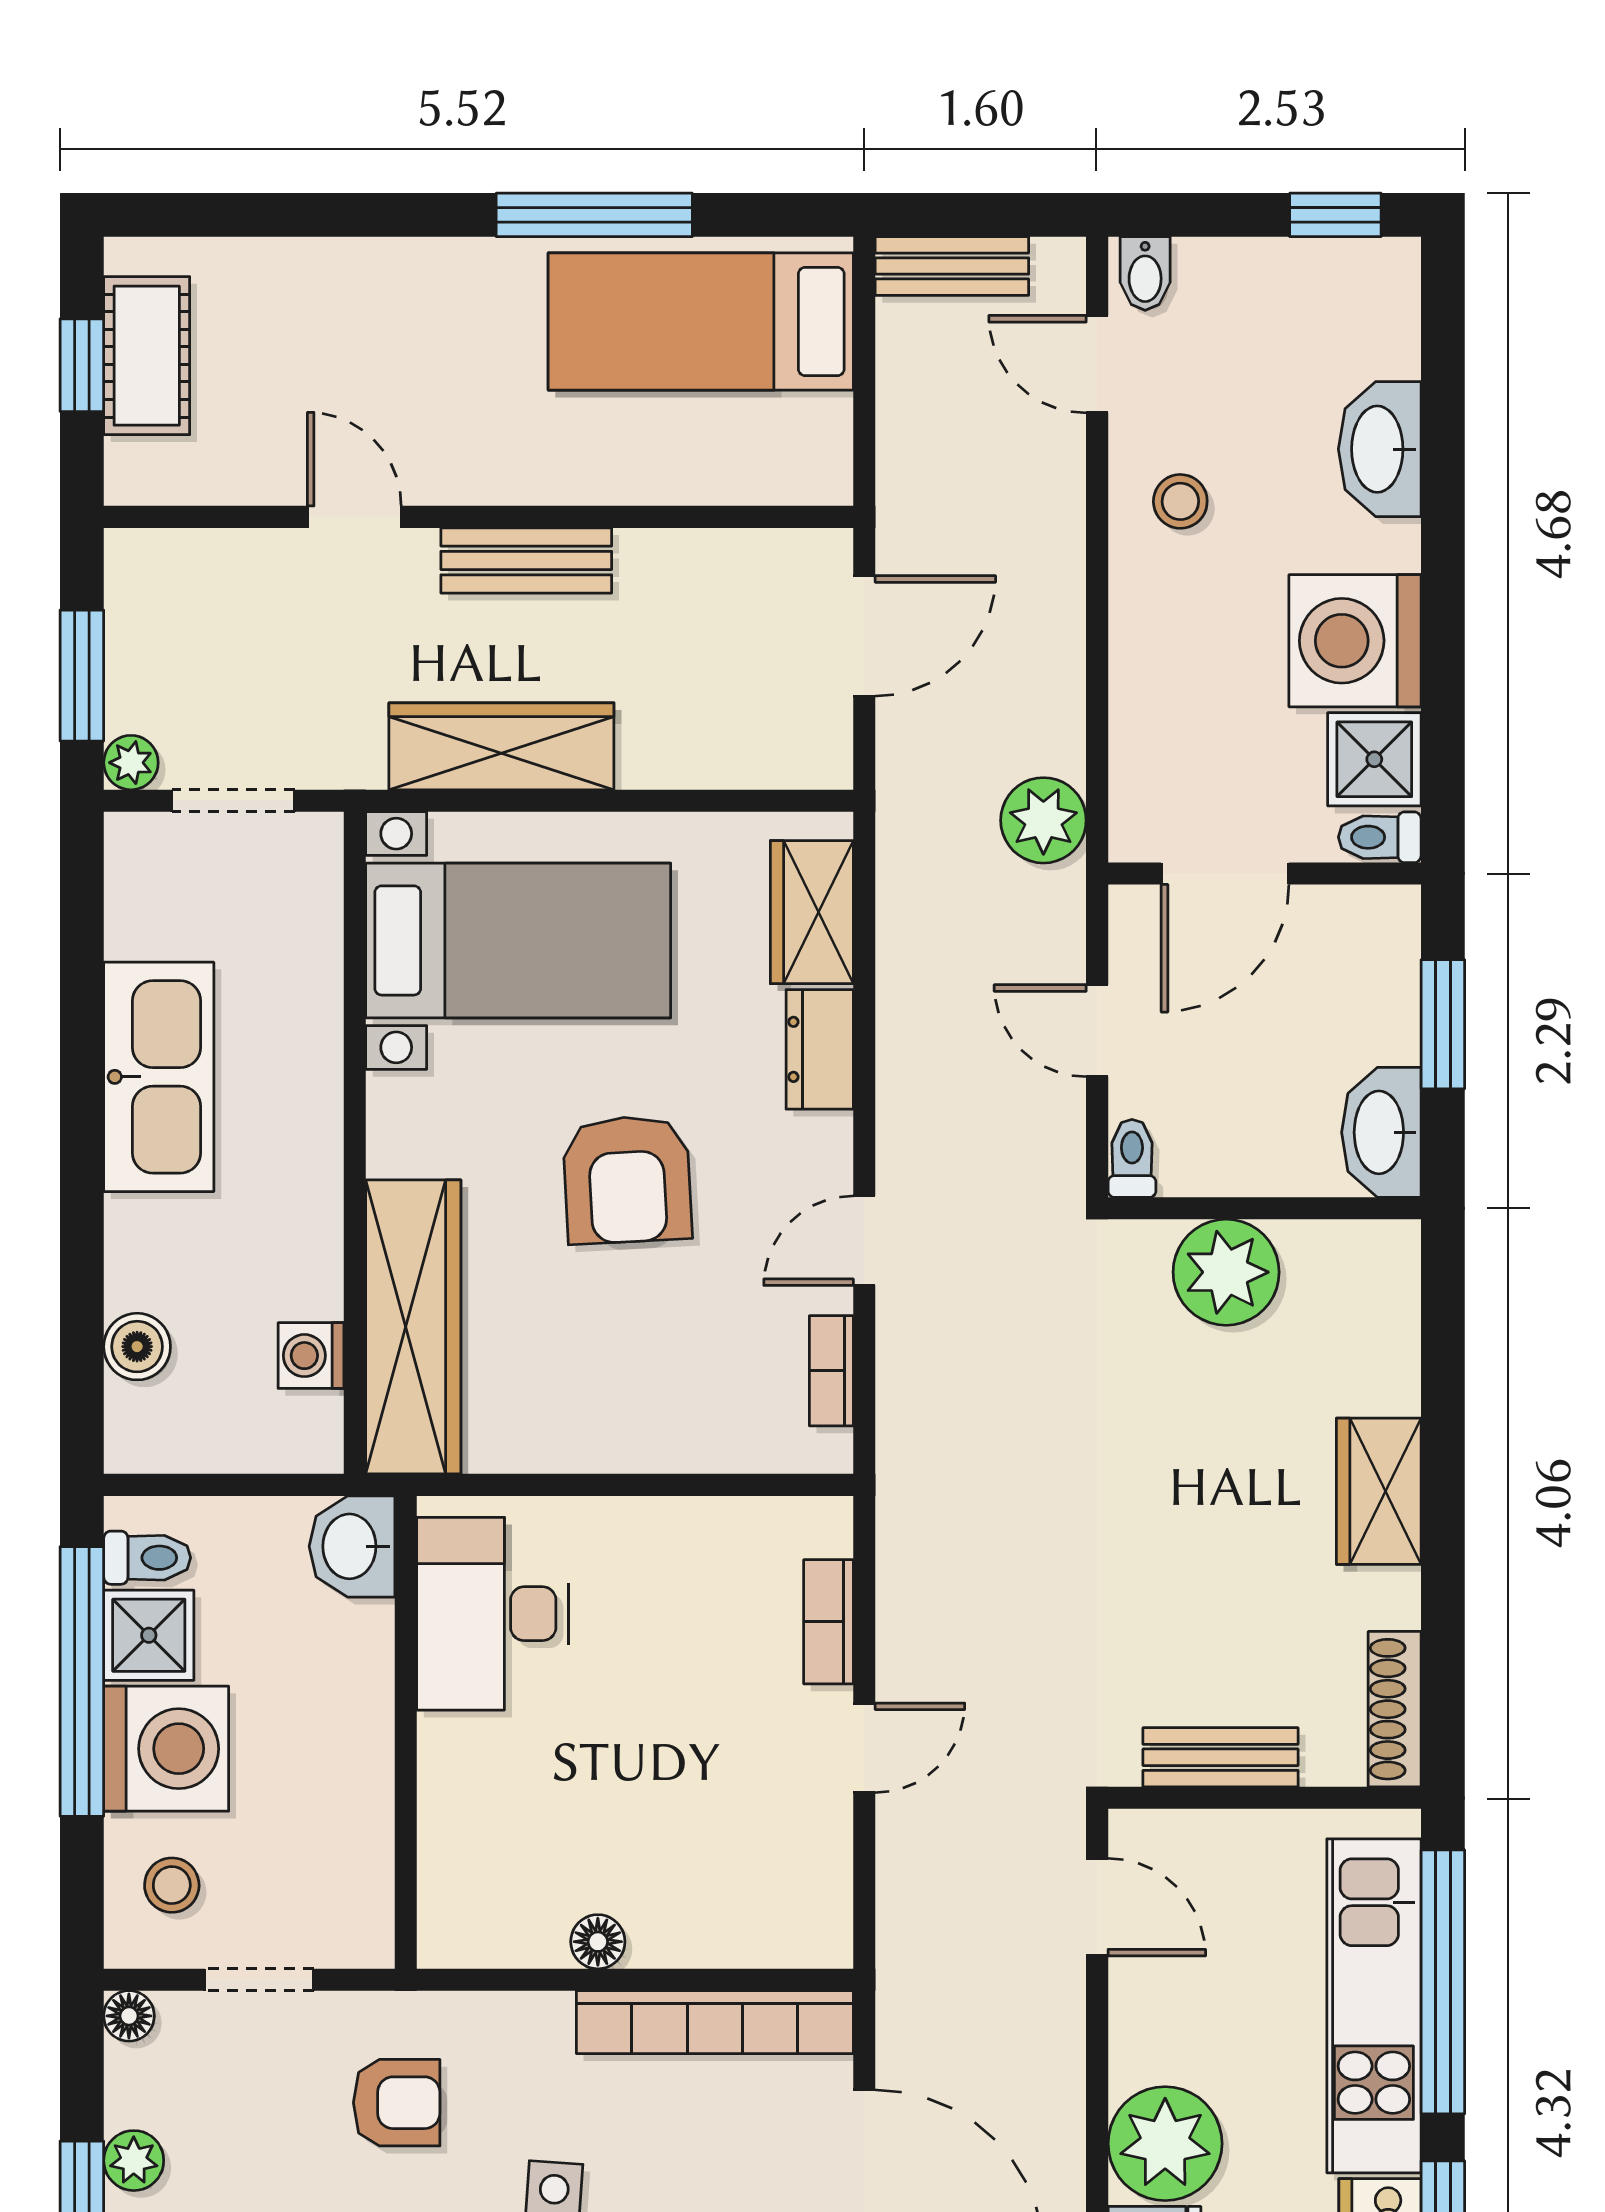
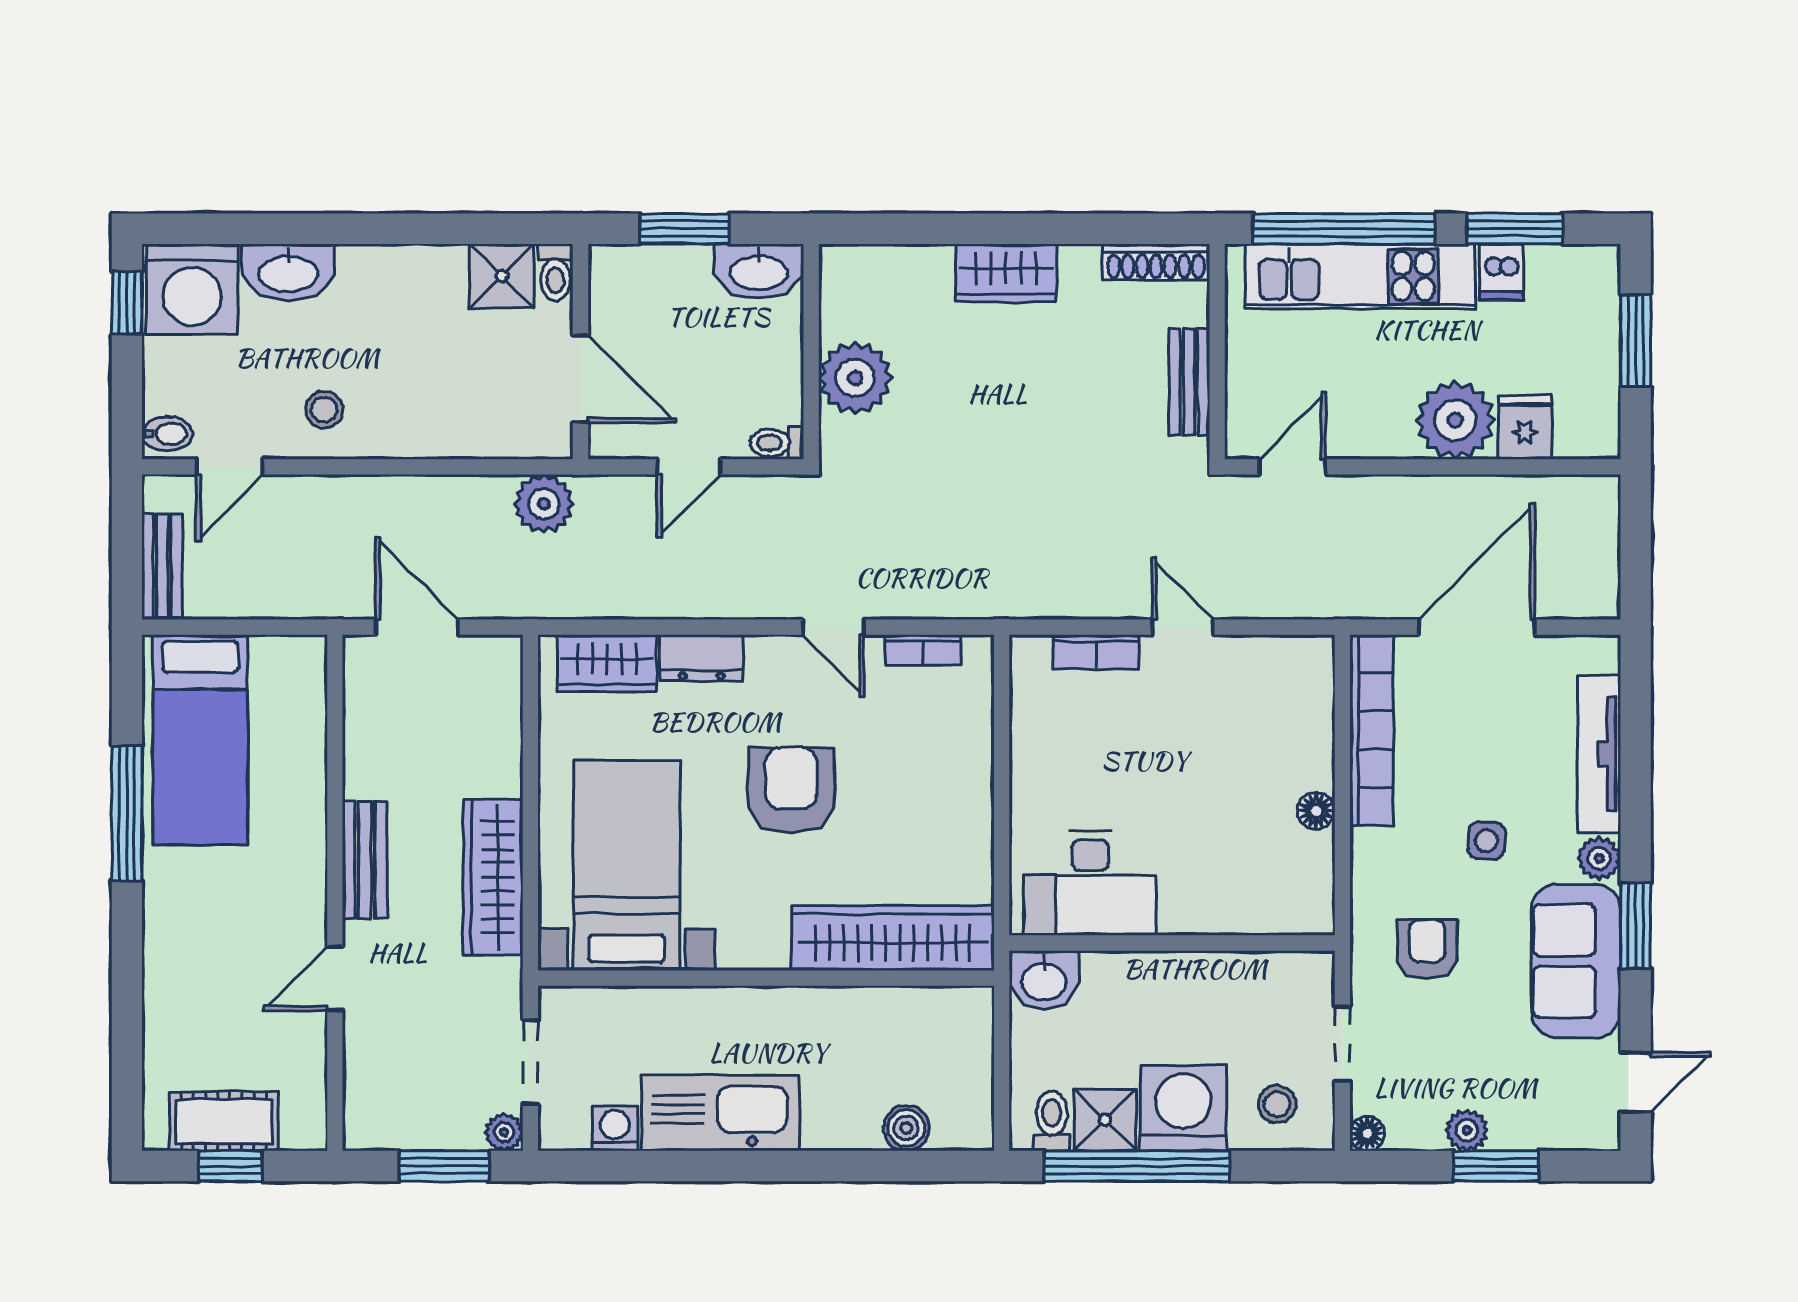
washing machine: (1355, 641) -> (192, 289), moved
armchair: (627, 1180) -> (791, 790), turned -87
washing machine: (311, 1356) -> (615, 1128), moved, turned 180

